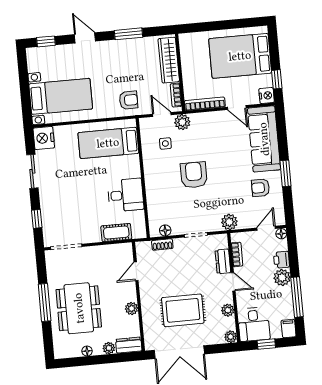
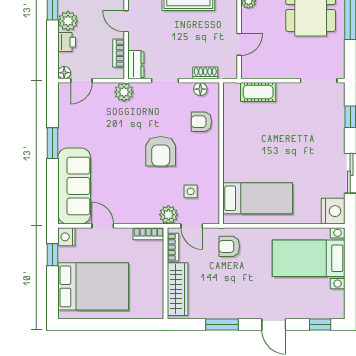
bookcase: (205, 104) -> (148, 234), width x0.64
armchair: (260, 188) -> (201, 122), moved, turned 180
desk: (126, 195) -> (243, 135), removed
dresser: (223, 261) -> (136, 65), moved

